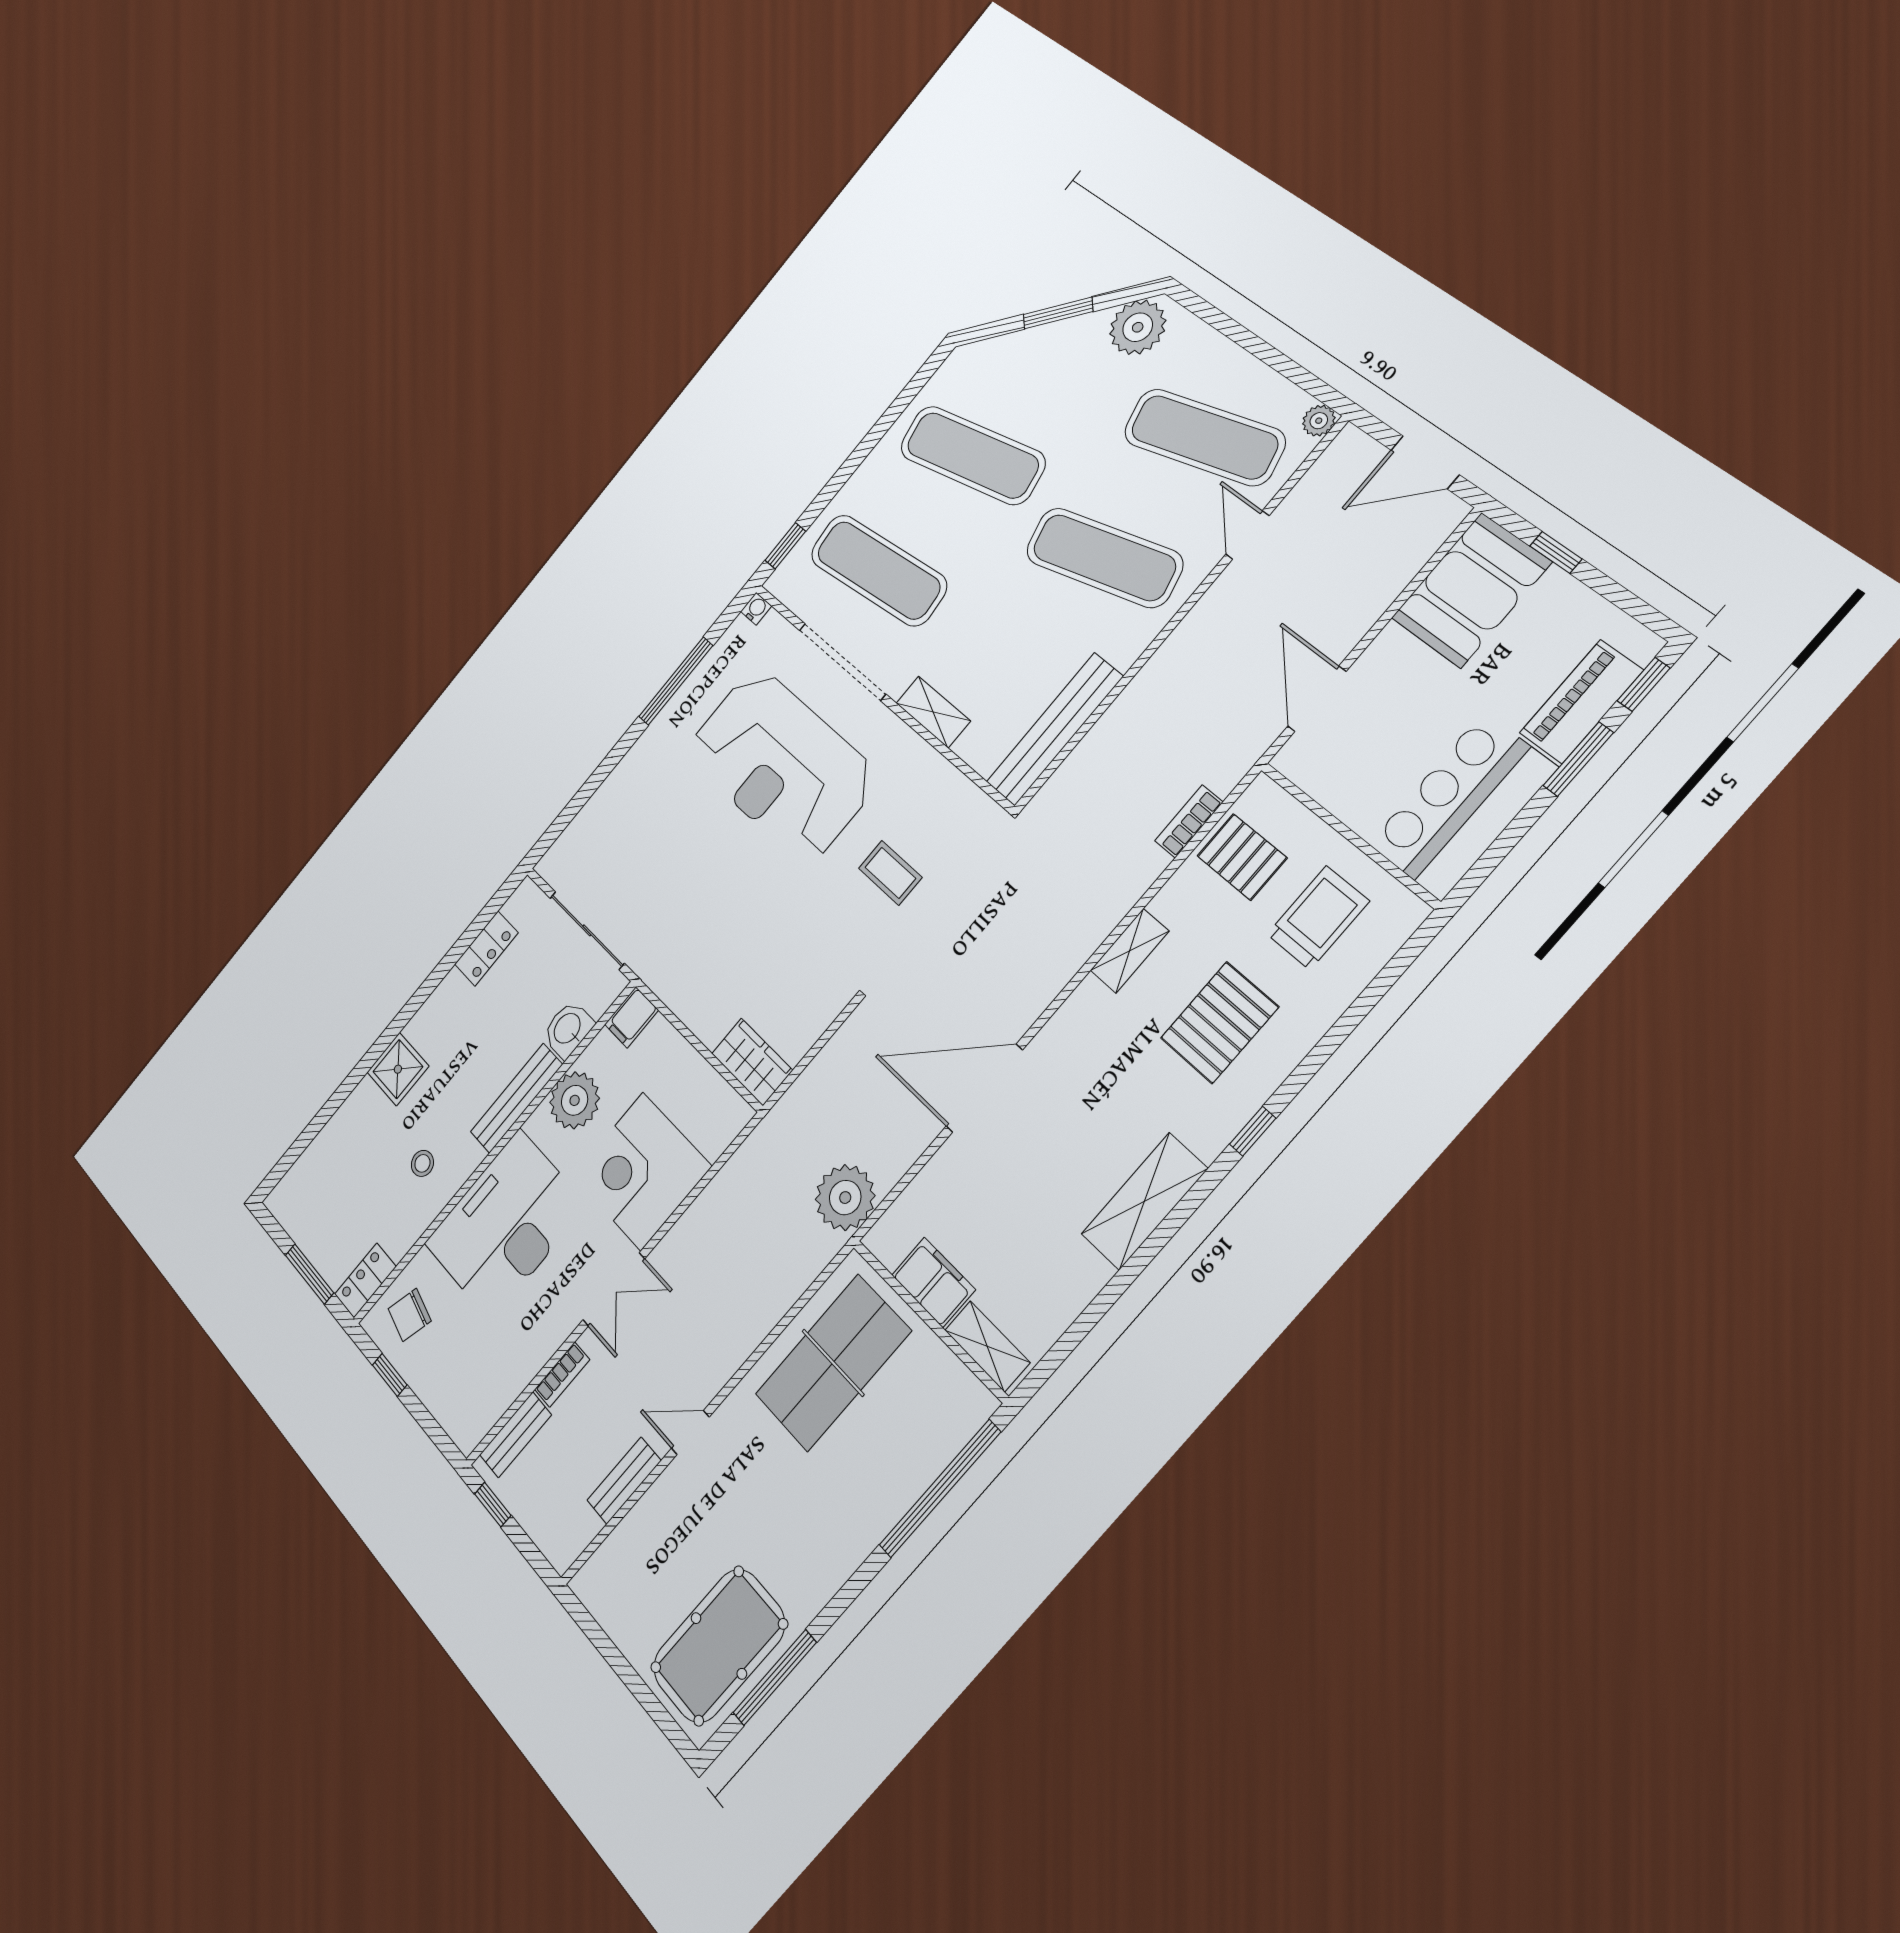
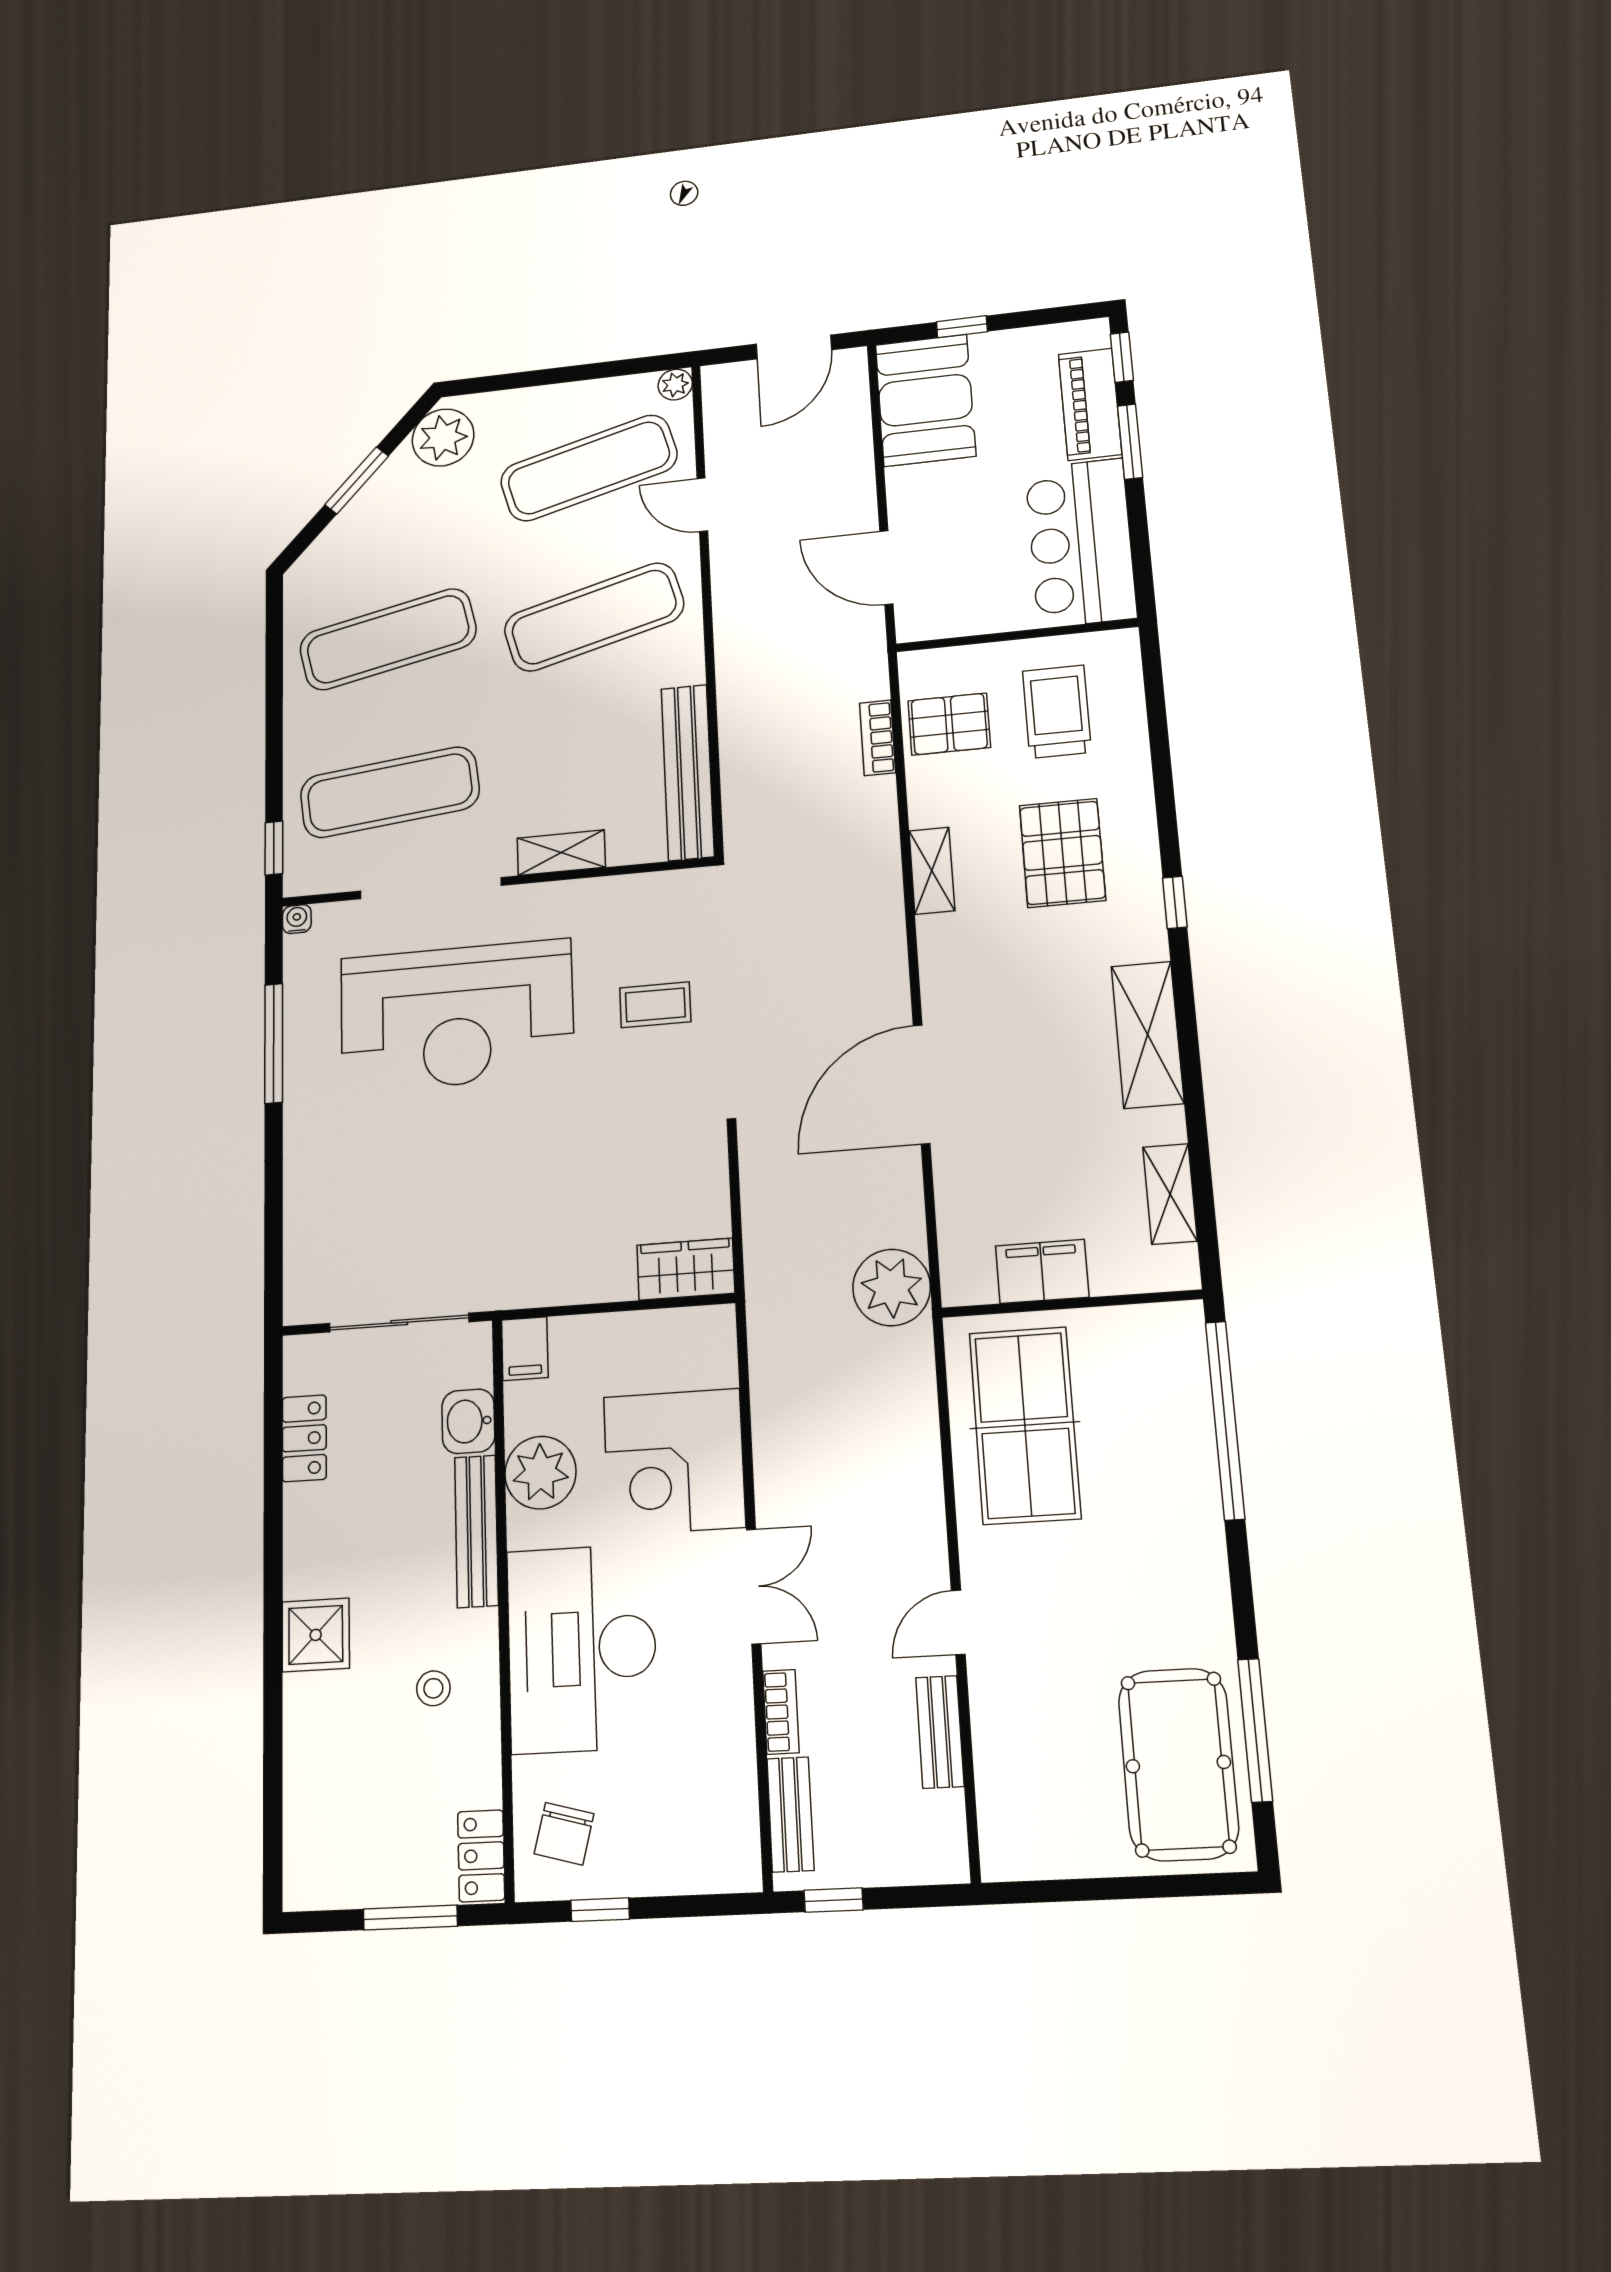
shelving: (987, 1346) -> (1170, 1194), moved, turned 90

